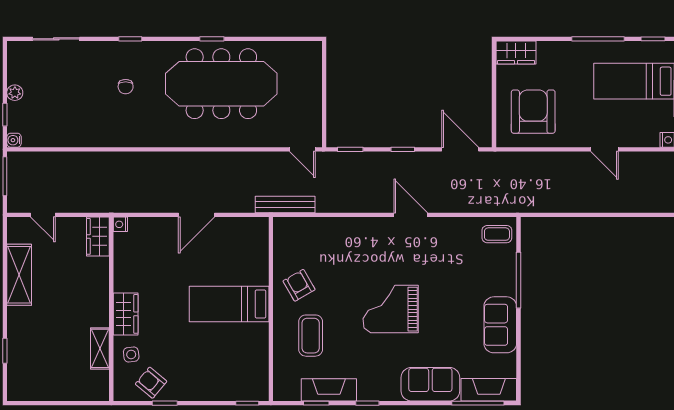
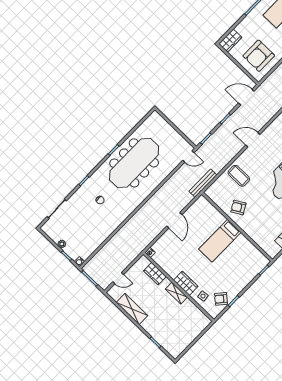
armchair: (533, 112) -> (259, 56), turned -90
wardrobe: (98, 236) -> (155, 274), moved
coffee table: (311, 336) -> (239, 176), moved
shelving: (100, 348) -> (176, 293), moved

